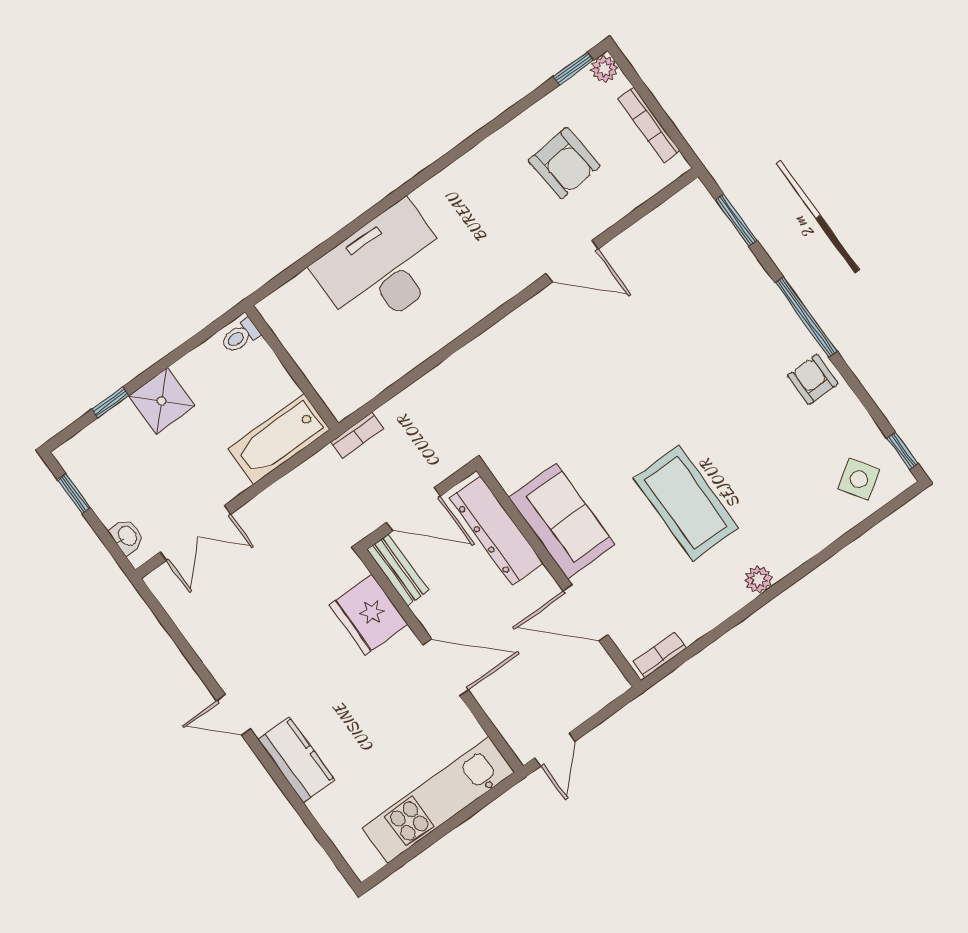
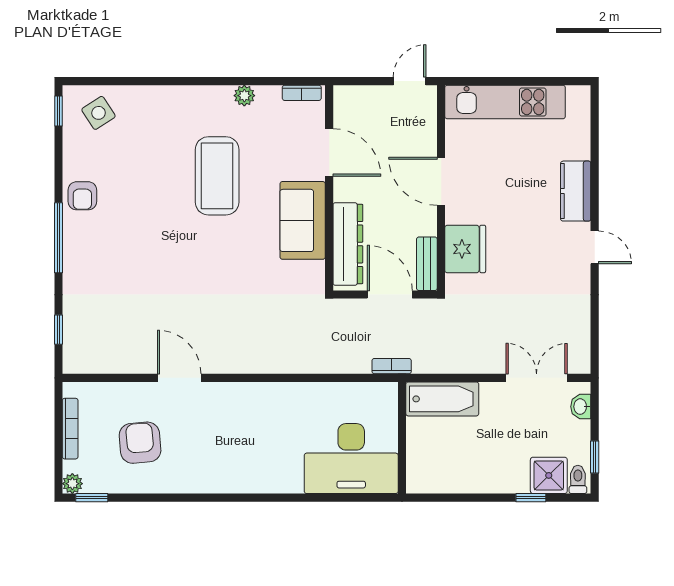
window: (736, 220) -> (58, 330), width x0.67
desk: (383, 268) -> (351, 459), moved
toilet: (240, 336) -> (578, 479), moved, turned -90
shower: (162, 401) -> (549, 475), moved
plant: (759, 579) -> (244, 96), moved

